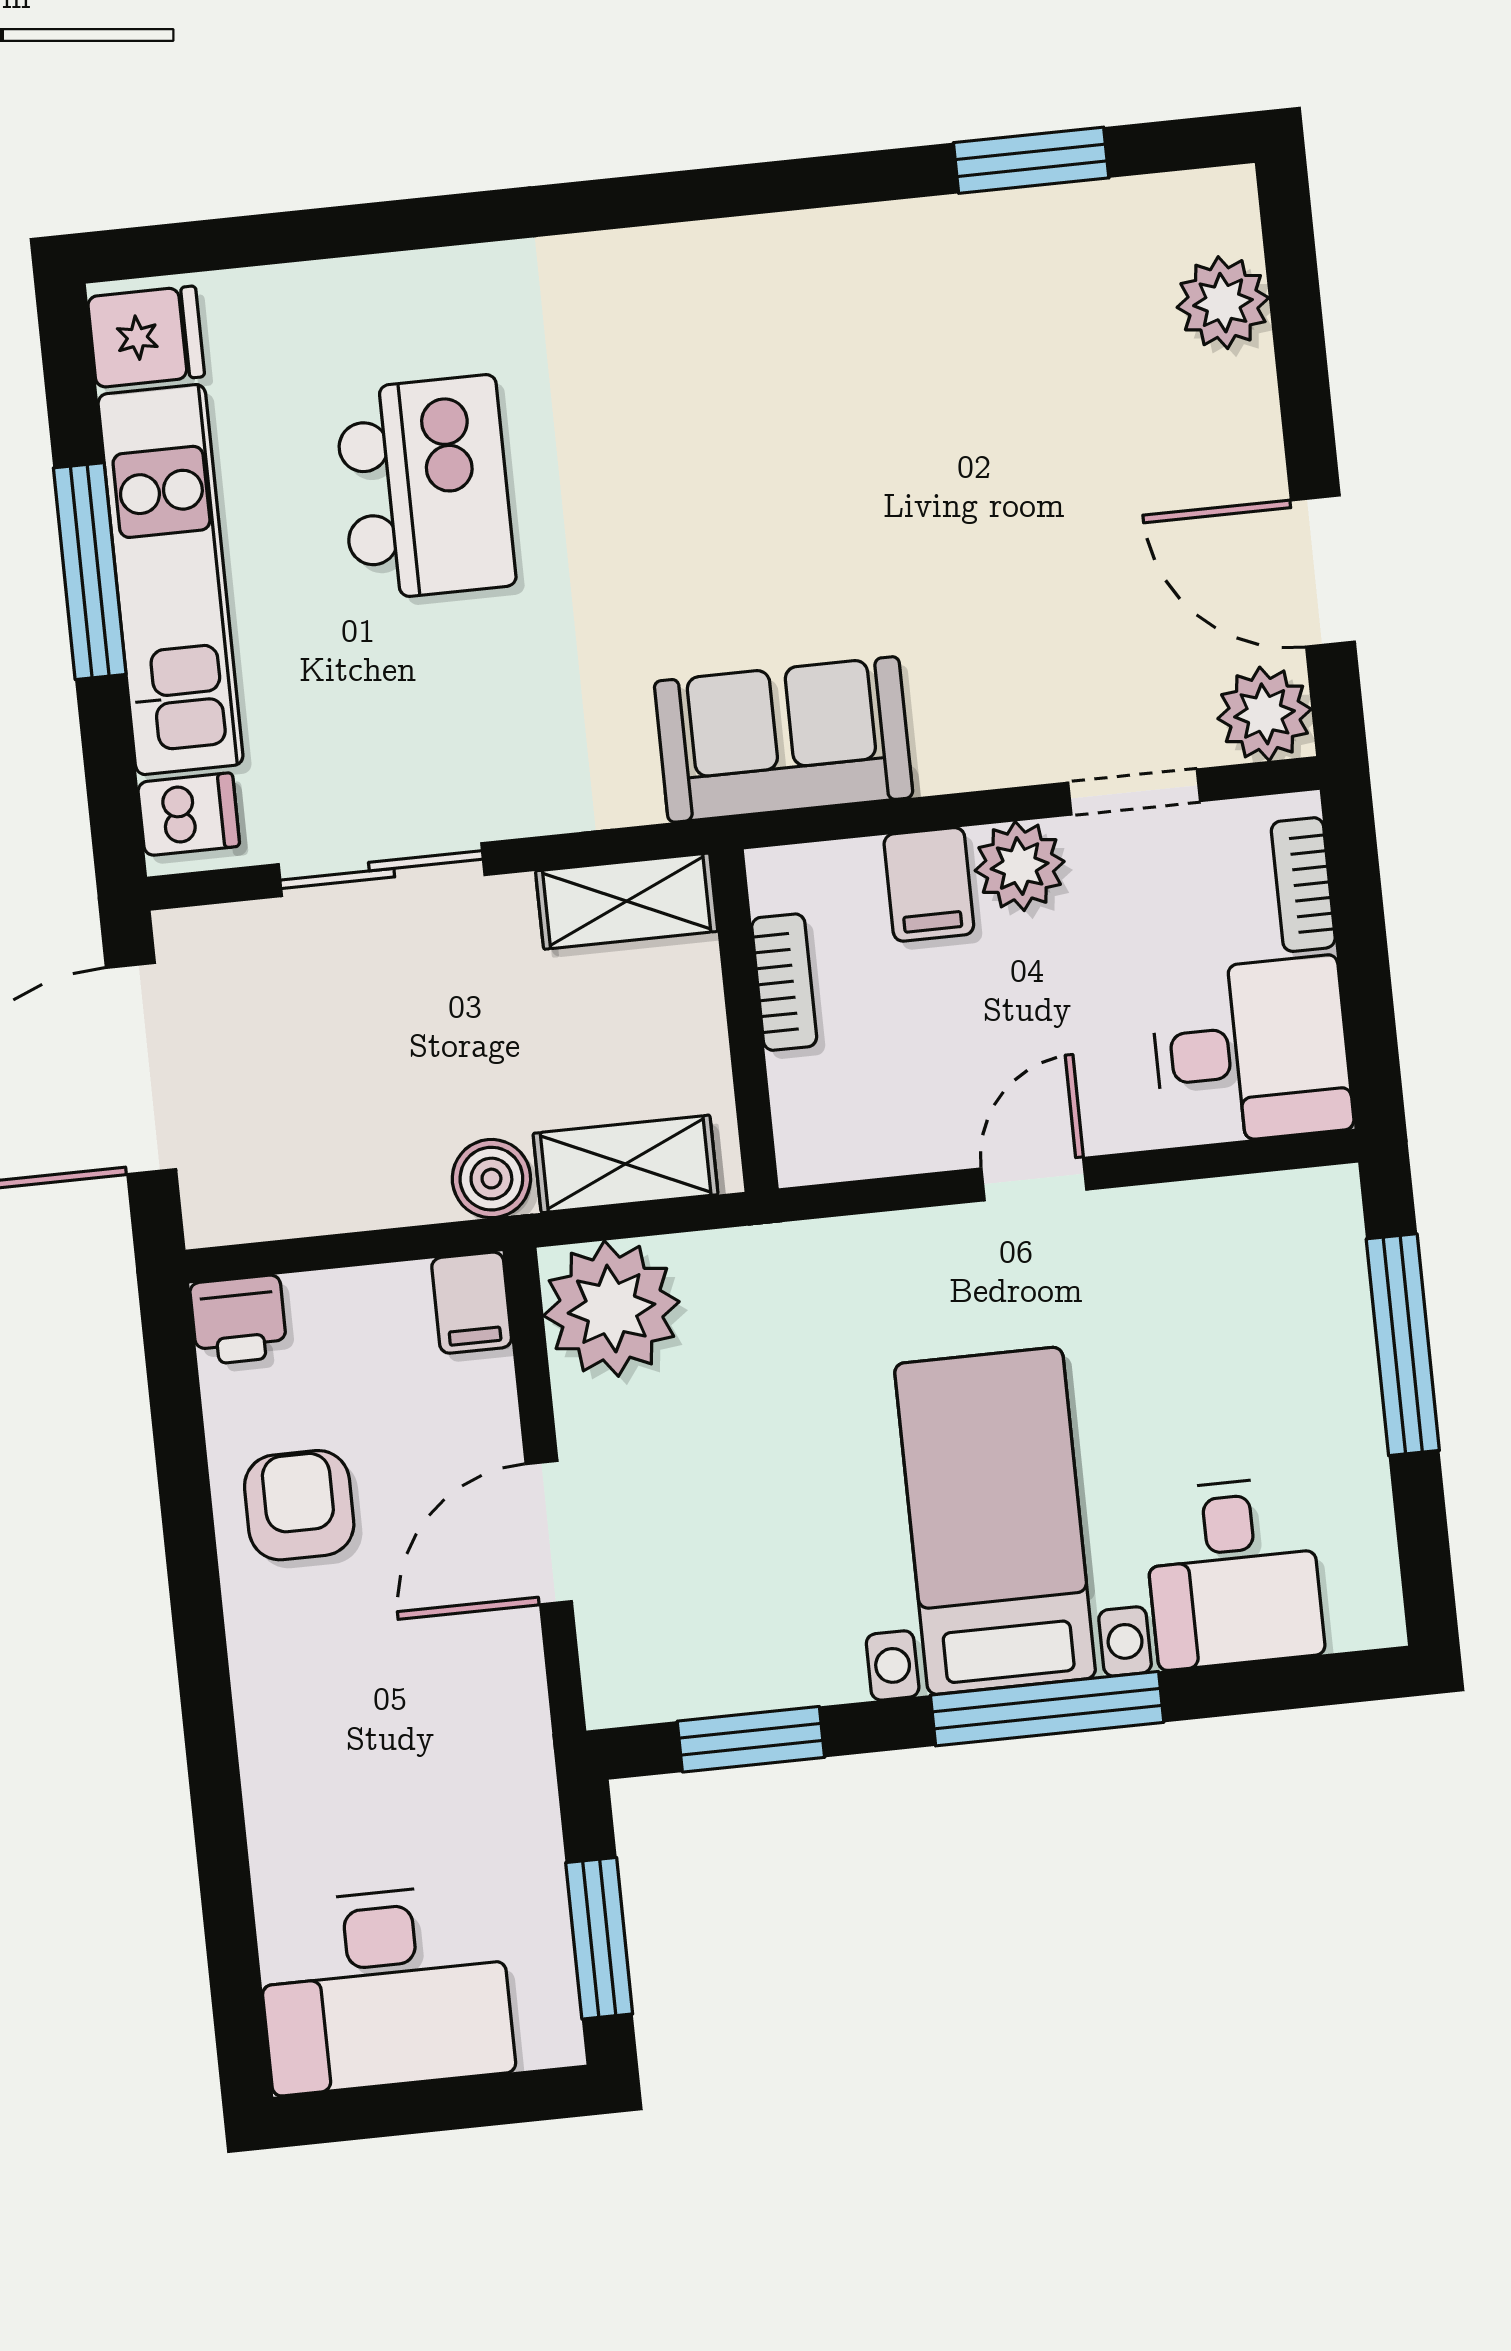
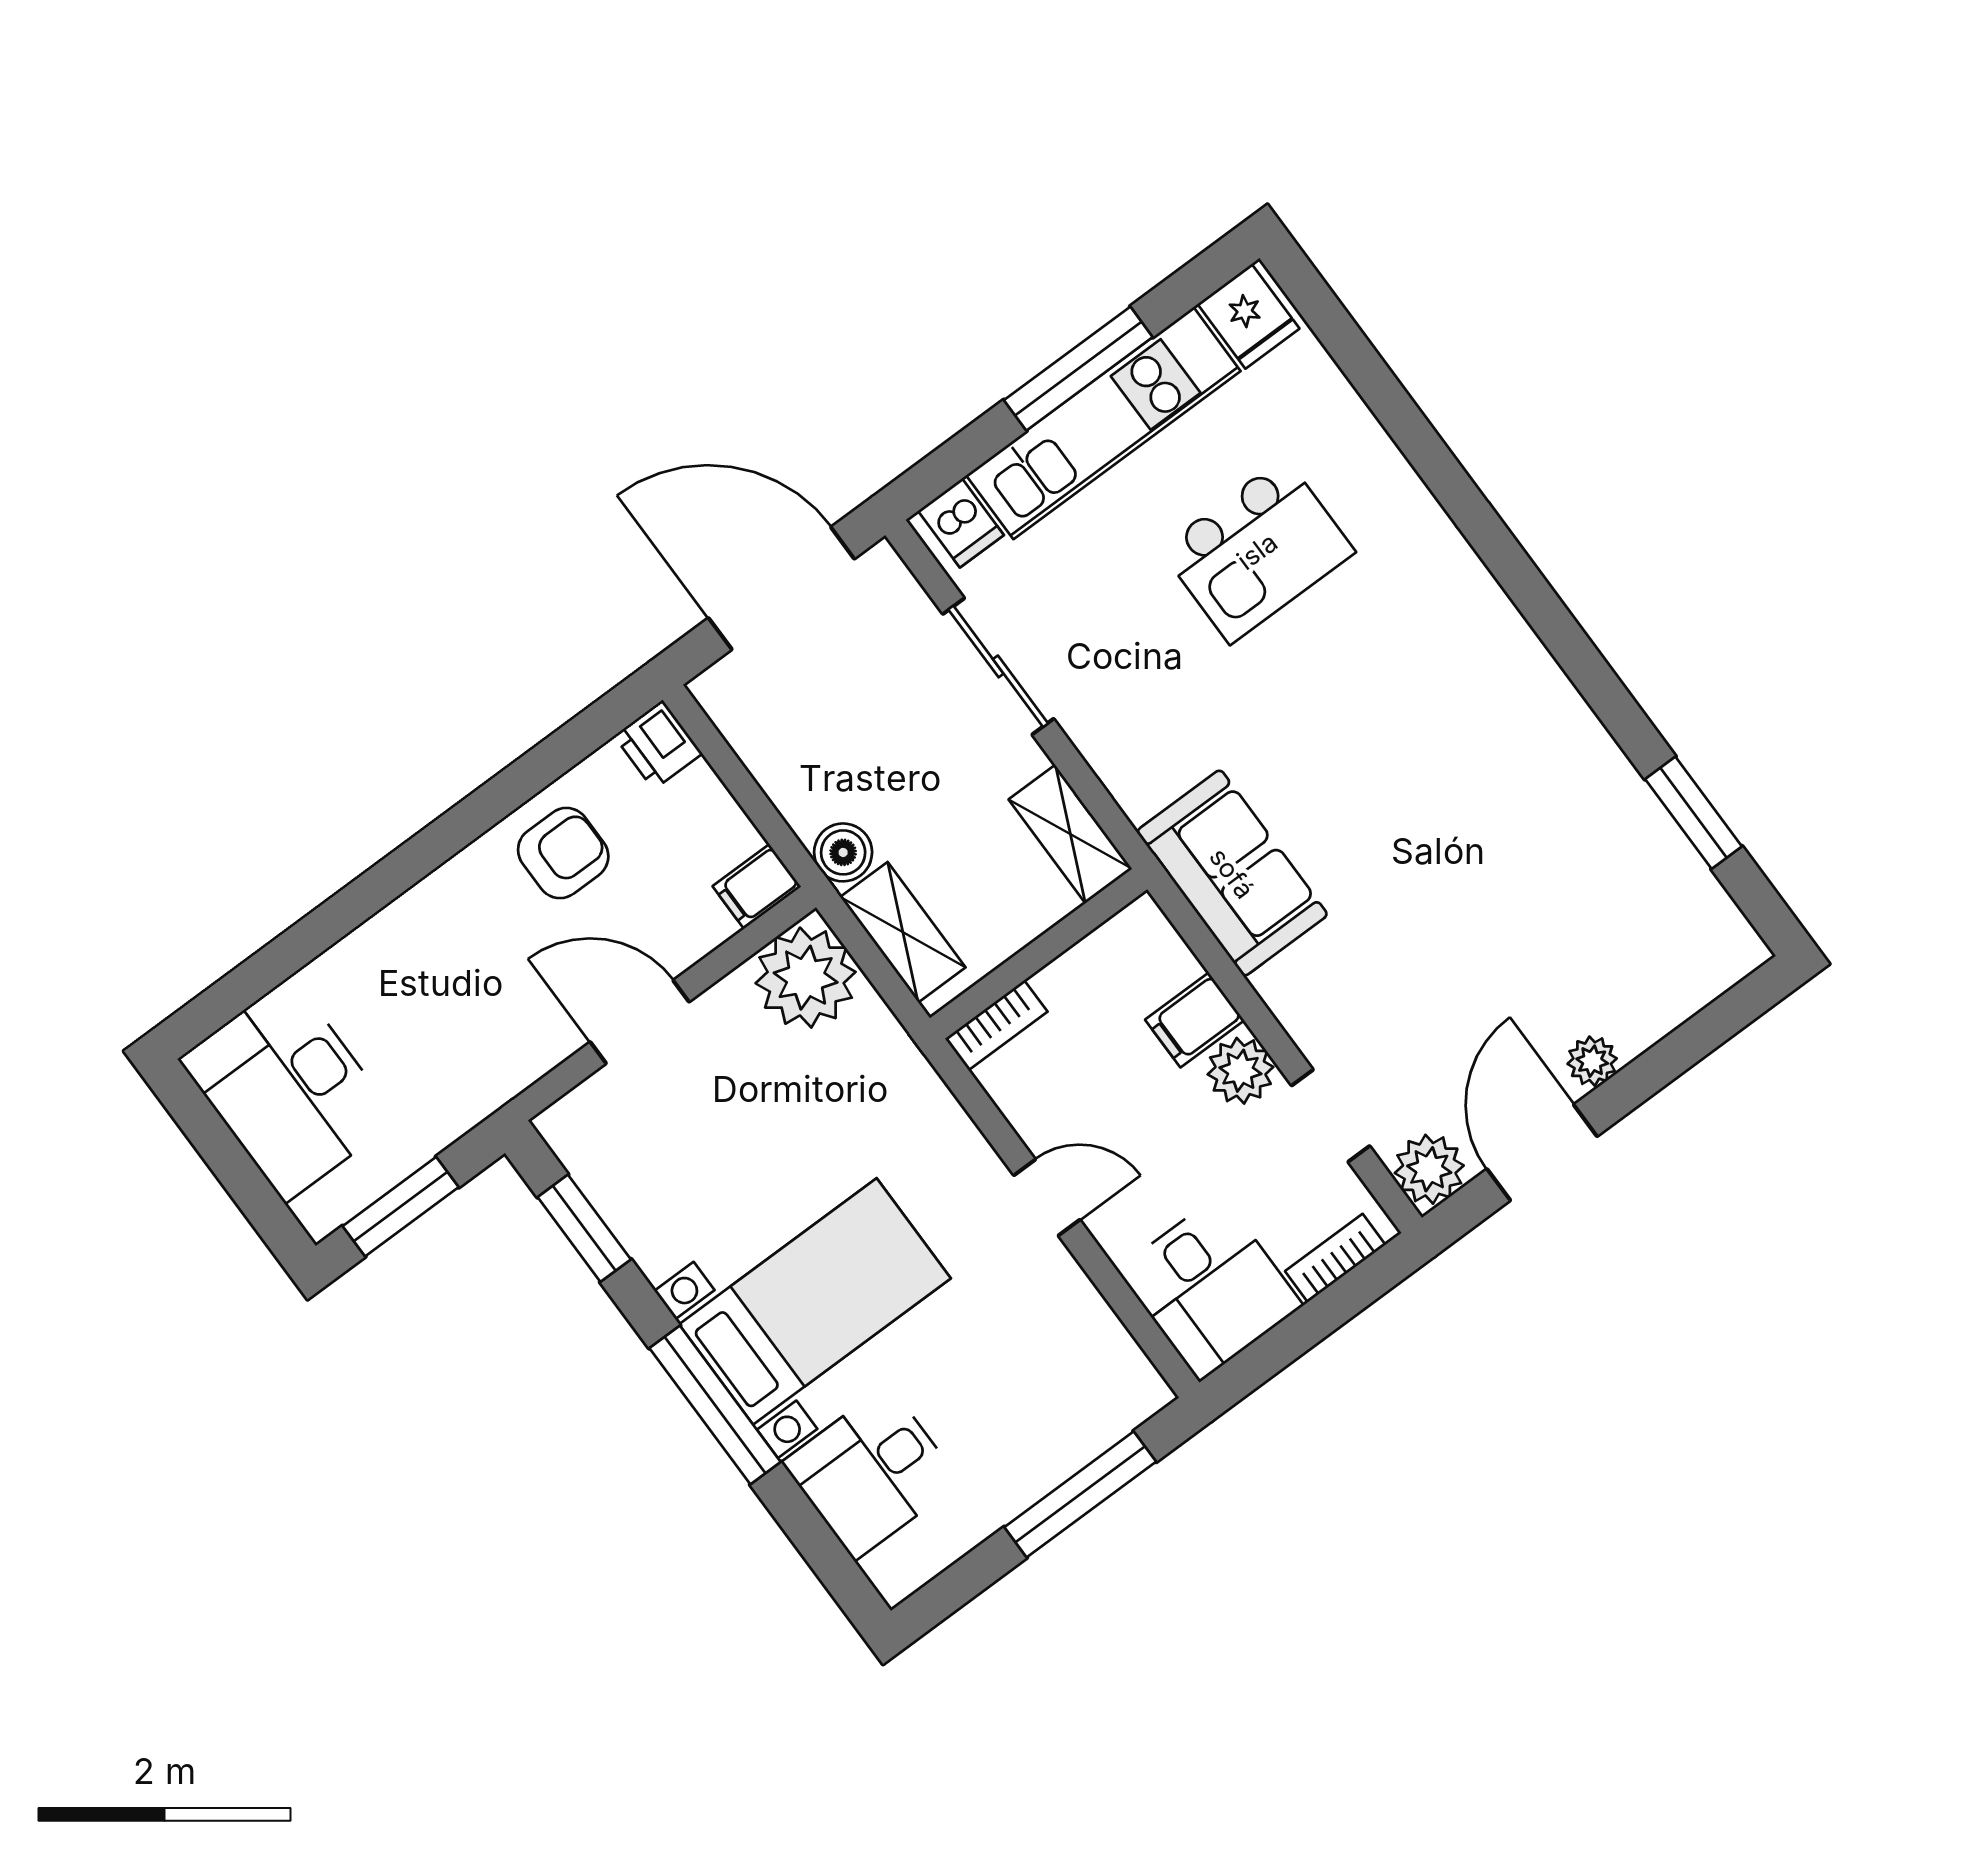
plant: (1223, 303) -> (1592, 1061), moved, width x0.73, depth x0.73
bookcase: (784, 982) -> (996, 1025), moved

